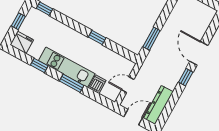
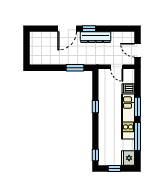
window: (39, 65) -> (138, 137), width x2.17
dresser: (158, 105) -> (96, 37), moved

